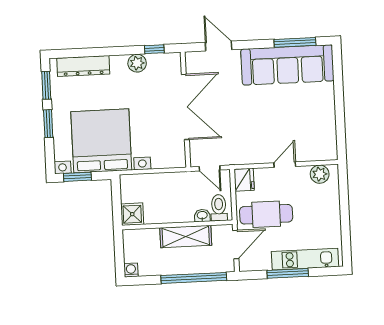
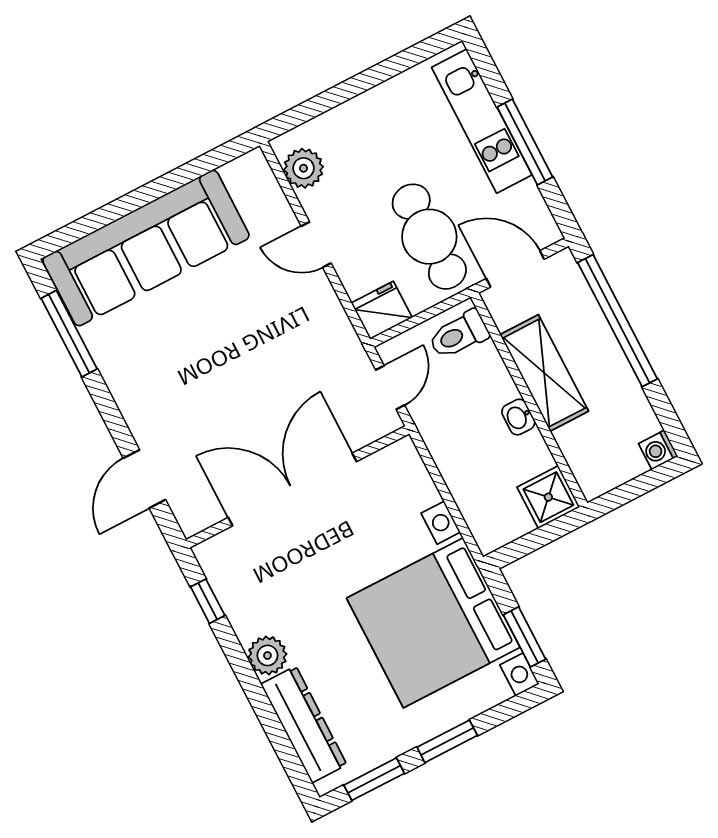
plant: (137, 63) -> (267, 655), moved
sofa: (287, 65) -> (146, 248), moved, turned 90
washbasin: (202, 216) -> (518, 417), moved

